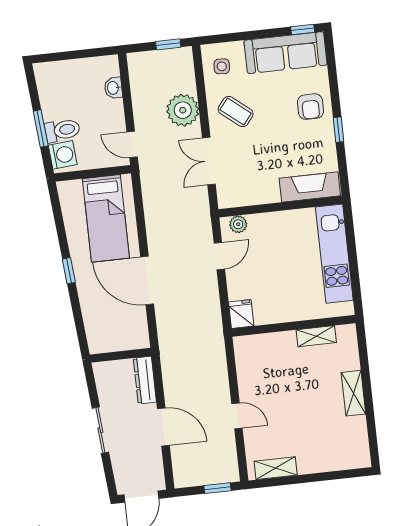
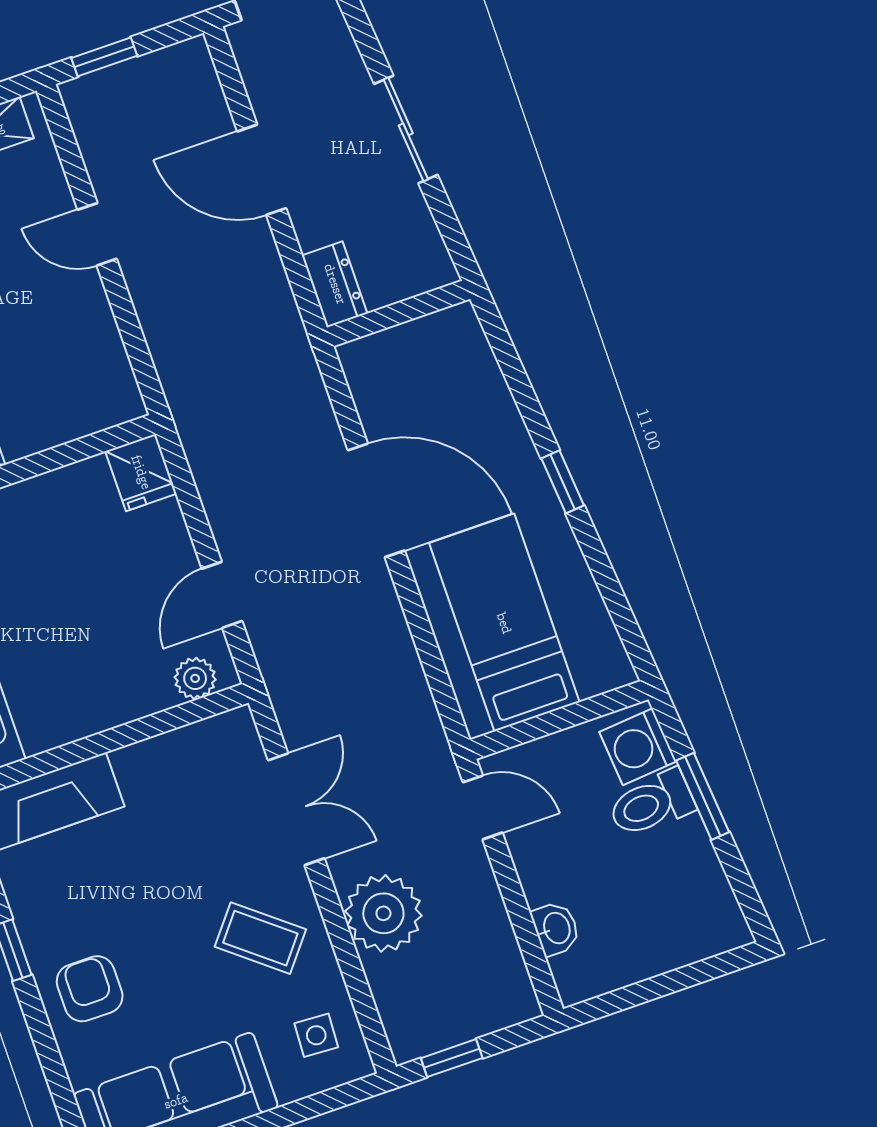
dresser: (145, 380) -> (335, 284), width x0.70

